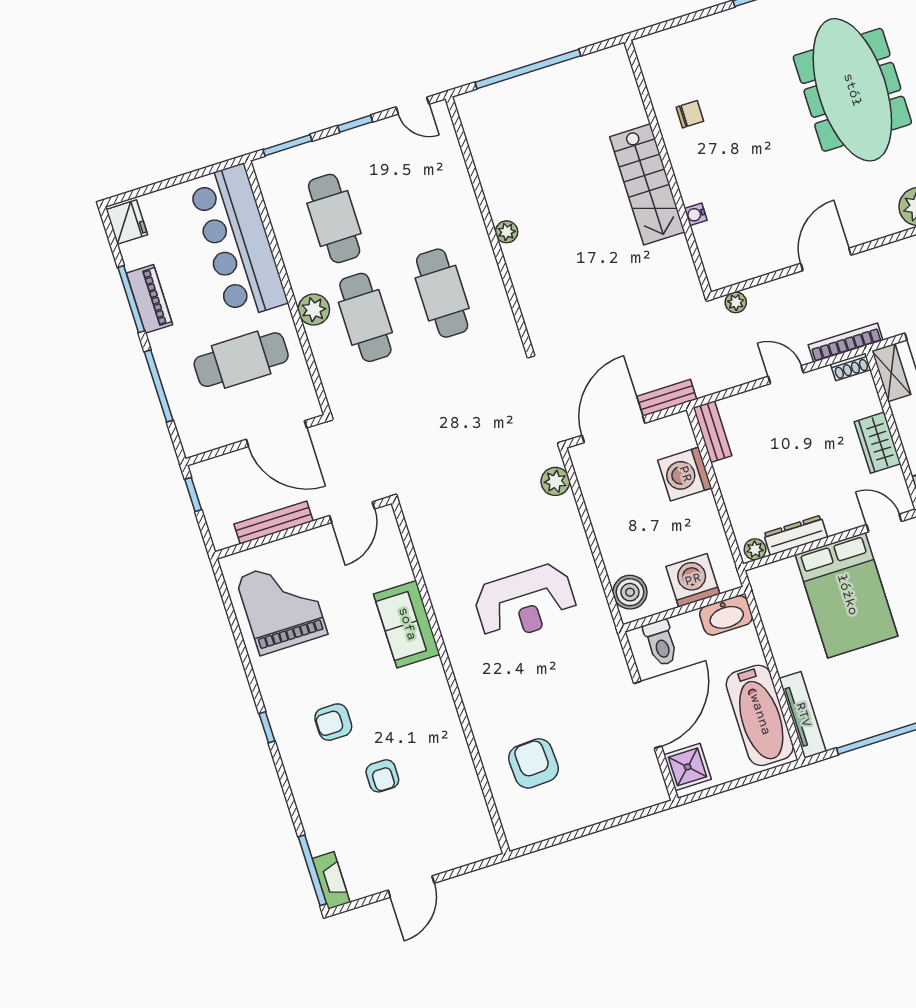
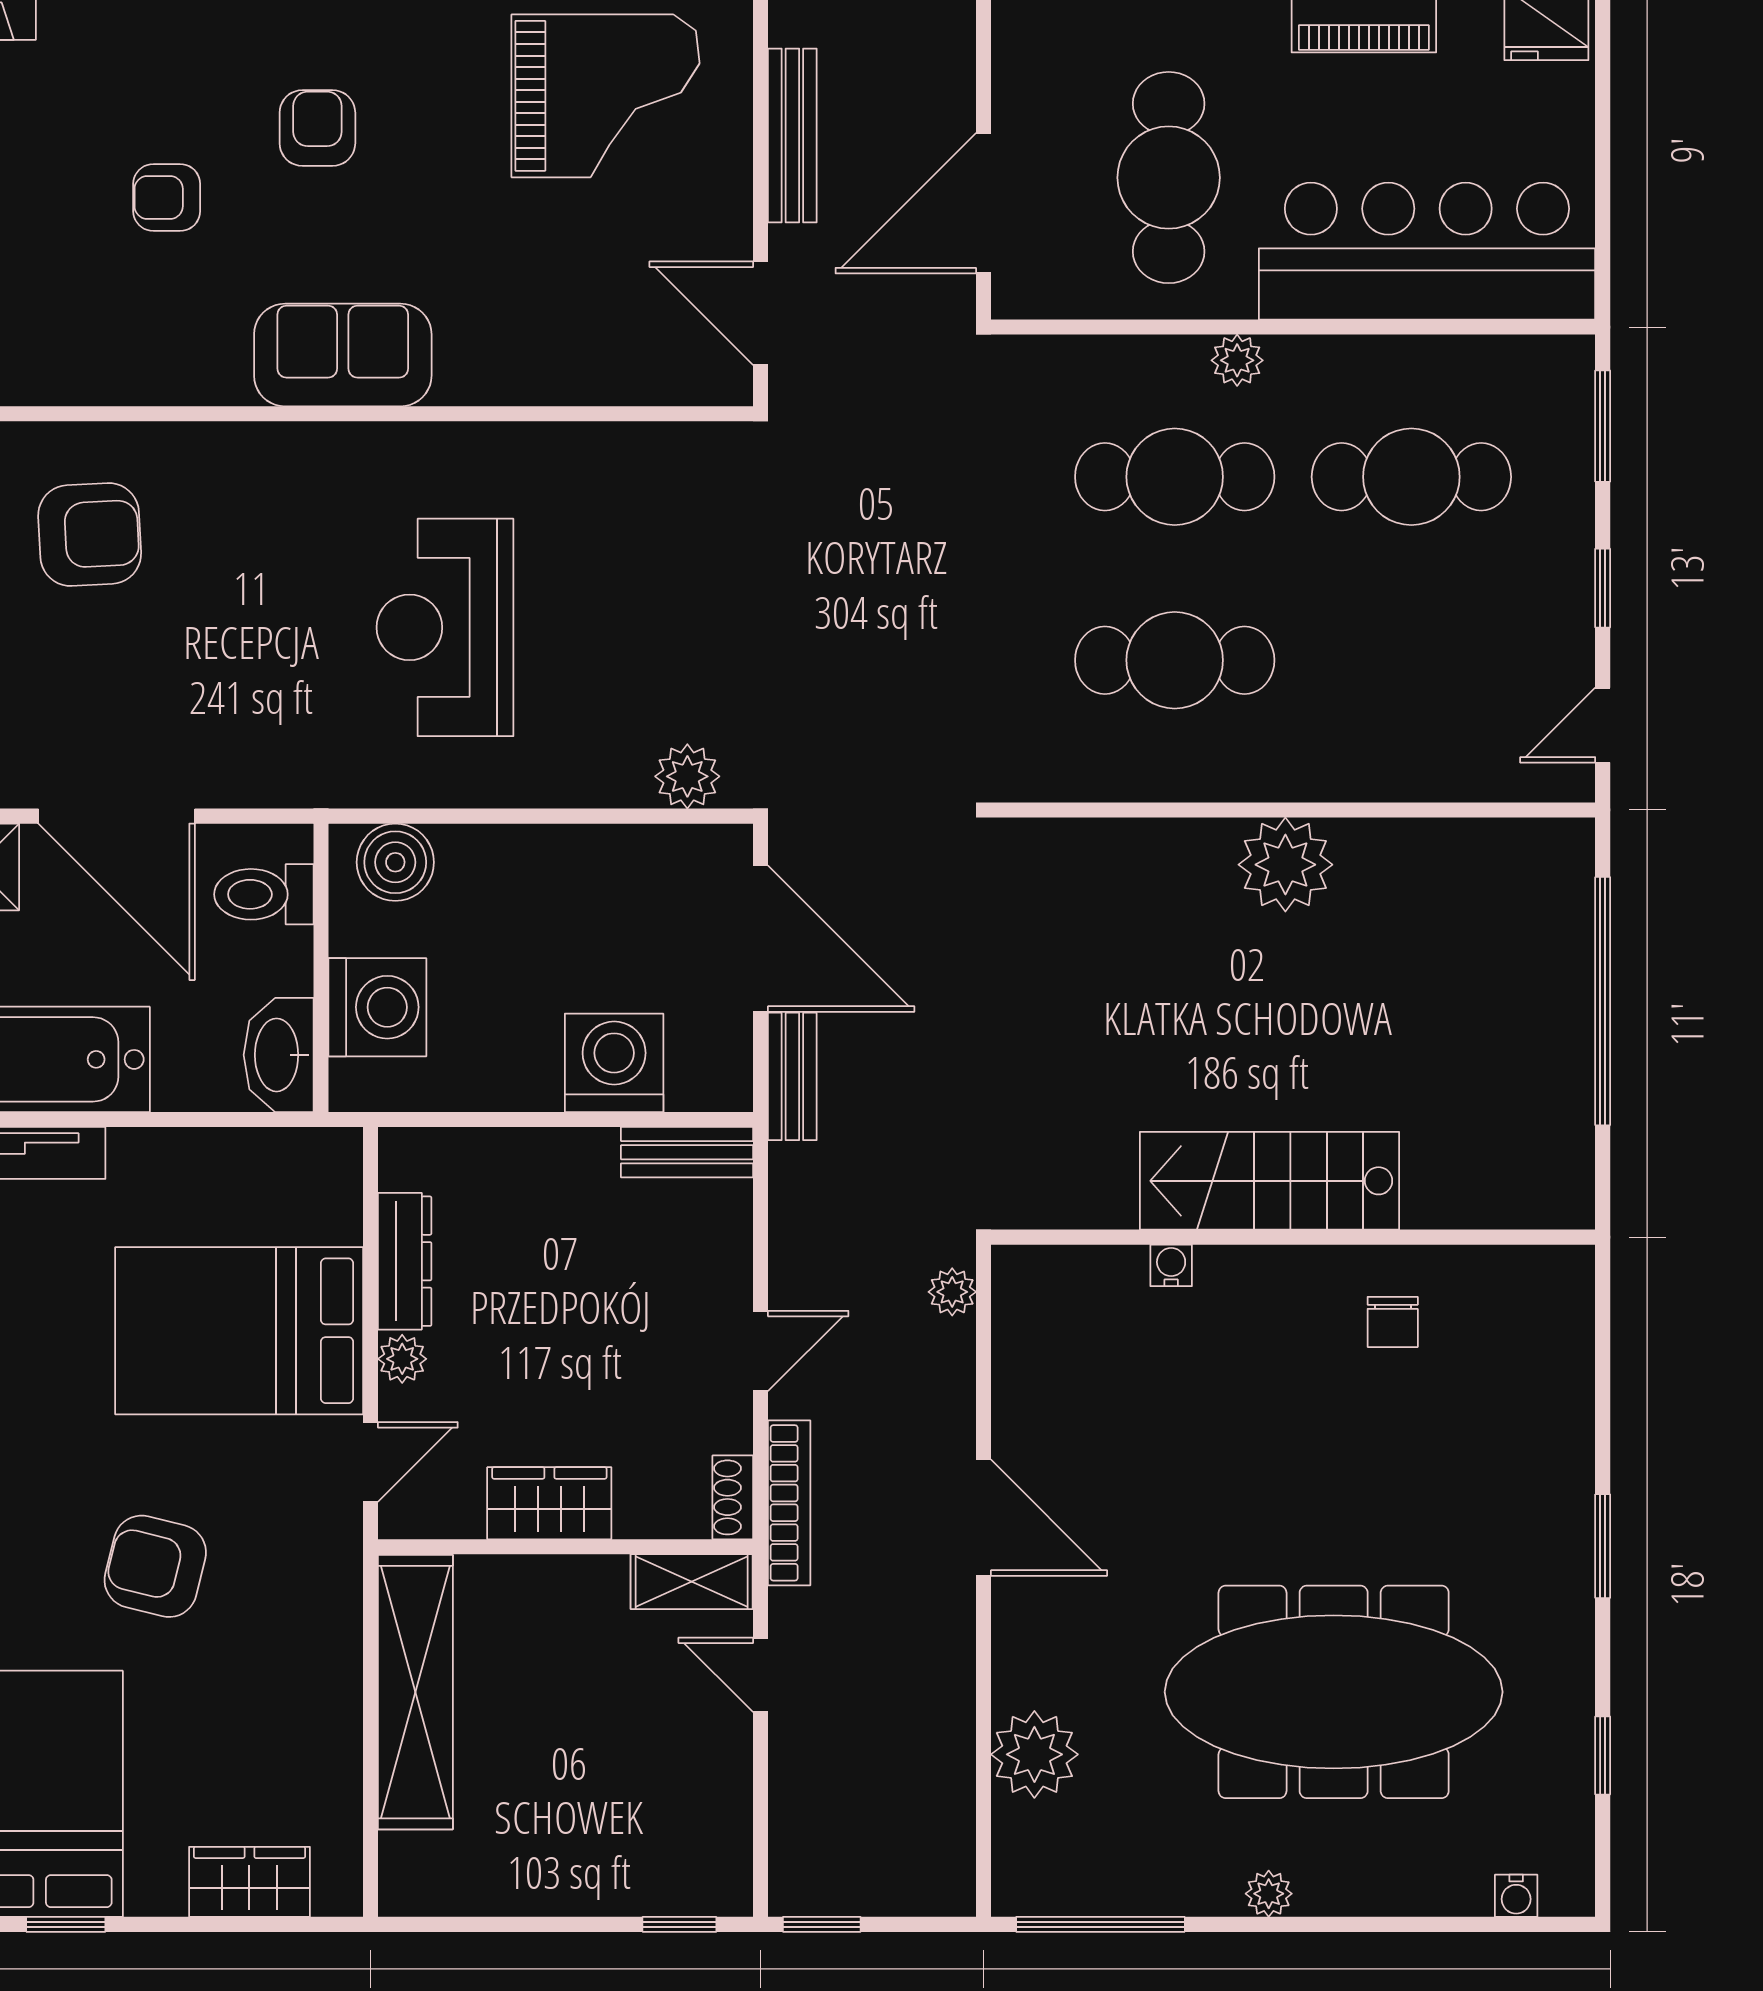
plant: (507, 232) -> (1285, 865), width x1.87, depth x1.87
plant: (314, 310) -> (1237, 360), width x0.73, depth x0.73
plant: (755, 549) -> (402, 1359), moved
sofa: (407, 624) -> (343, 355), moved

